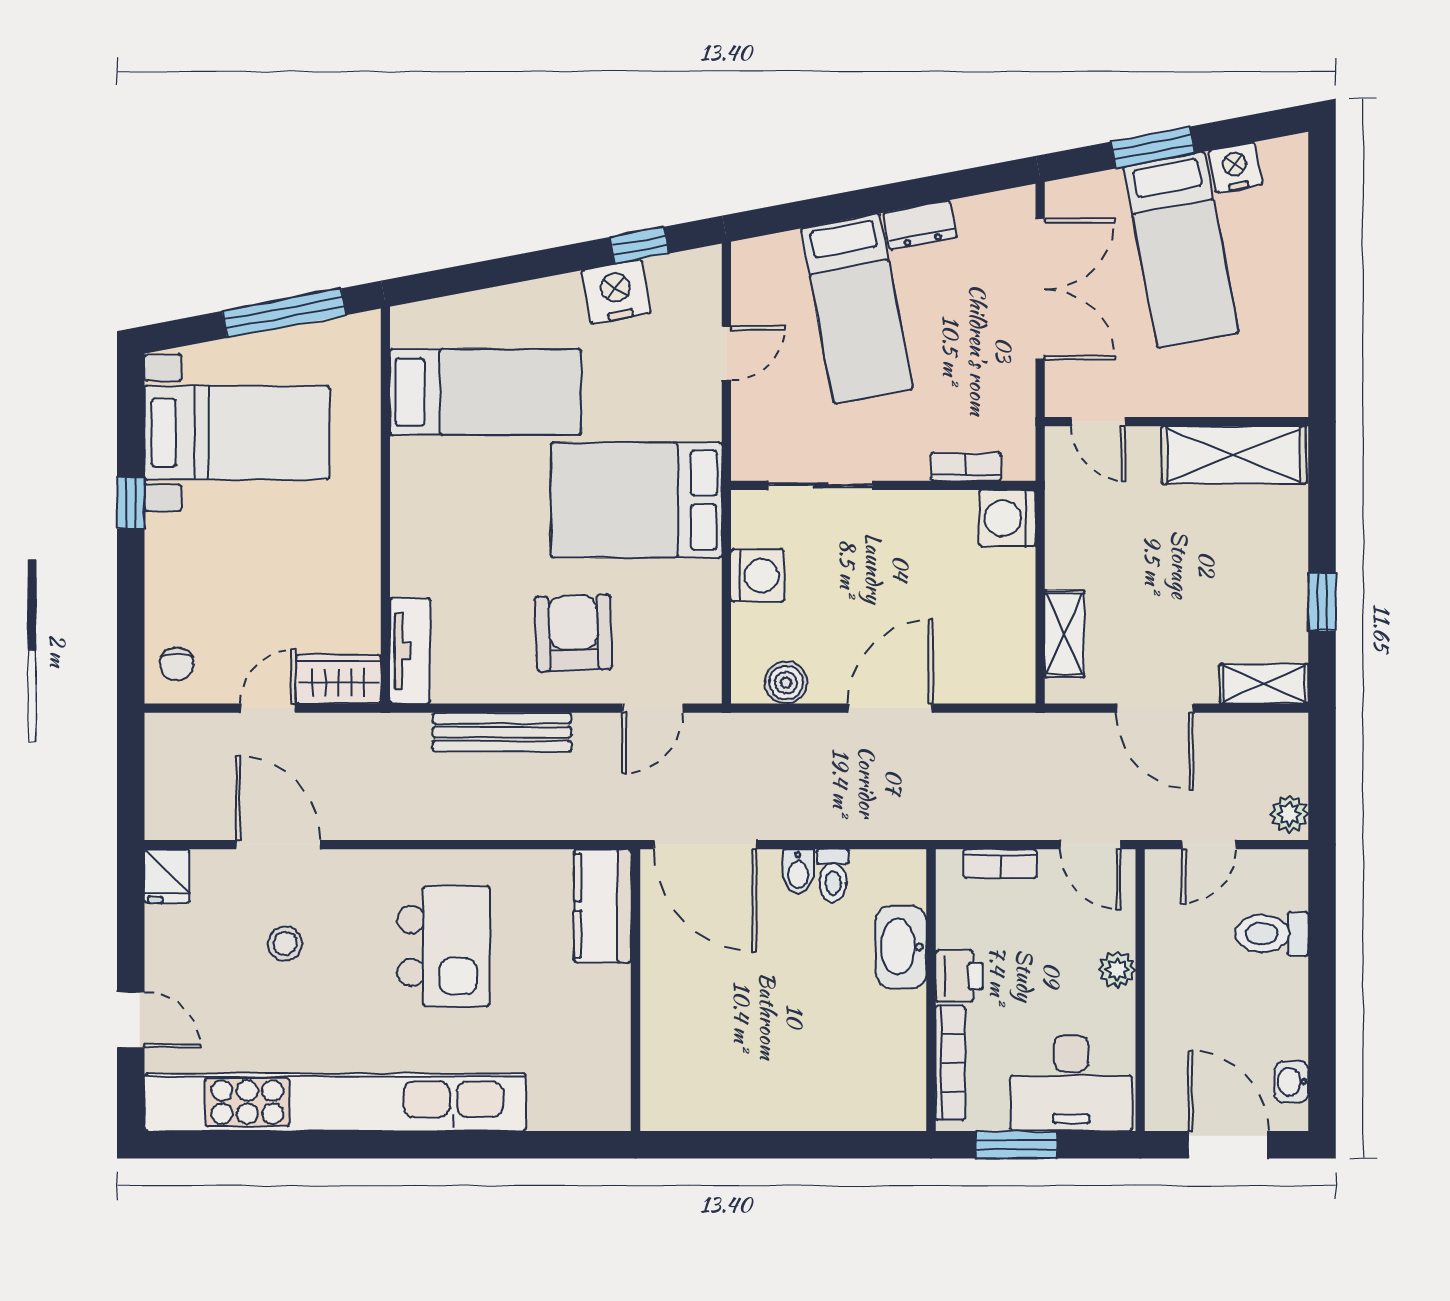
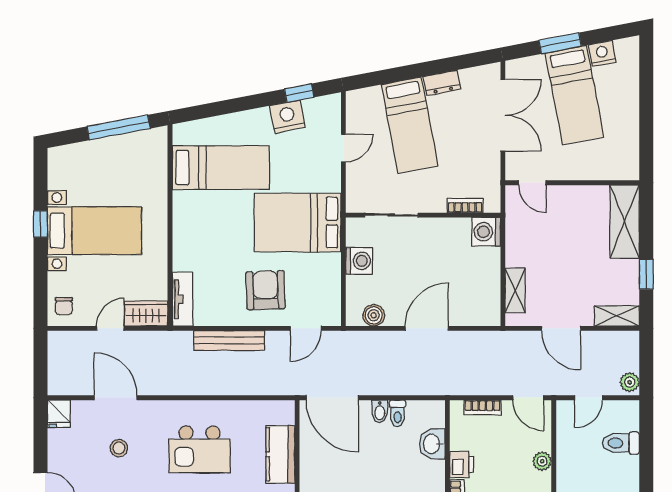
bed with nightstands: (237, 433) -> (94, 231), moved
shelving: (1234, 455) -> (625, 222), moved, turned 90
kitchen counter: (603, 906) -> (280, 454), moved
kitchen island: (443, 946) -> (199, 449), turned 90
washbasin: (901, 947) -> (432, 444), width x0.72

